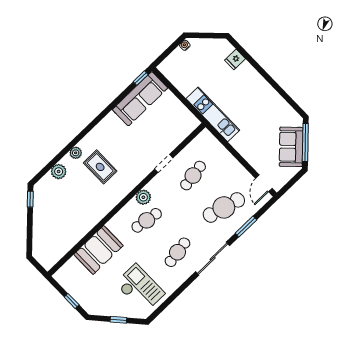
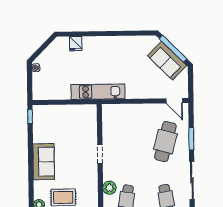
sofa: (140, 99) -> (44, 162), moved, width x0.73
cafe table: (193, 176) -> (126, 142), removed

